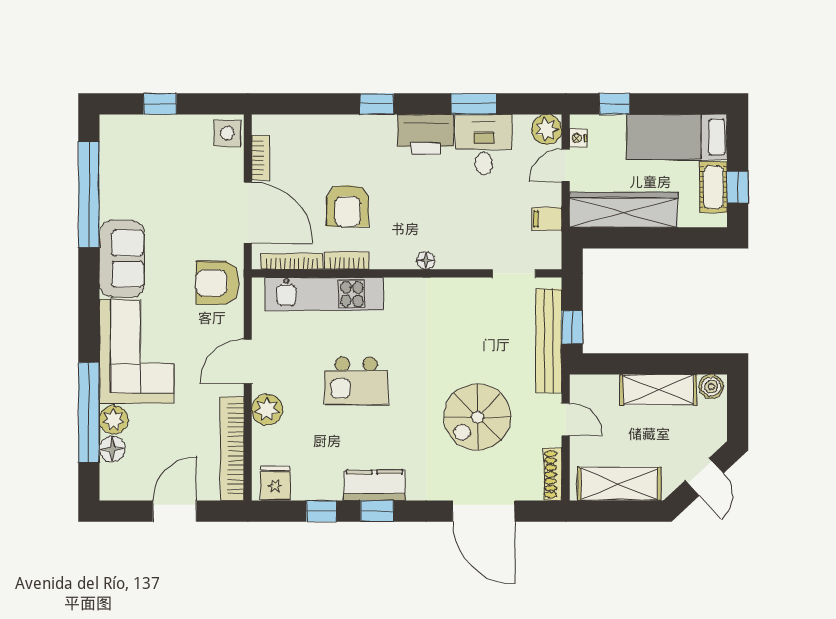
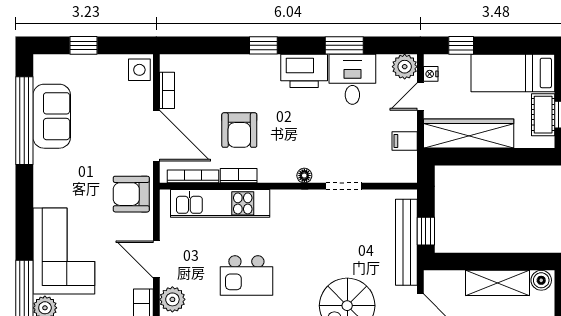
sofa: (122, 259) -> (52, 116), moved
doorway: (514, 273) -> (344, 186), moved
door: (248, 361) -> (156, 259), hinge flipped

